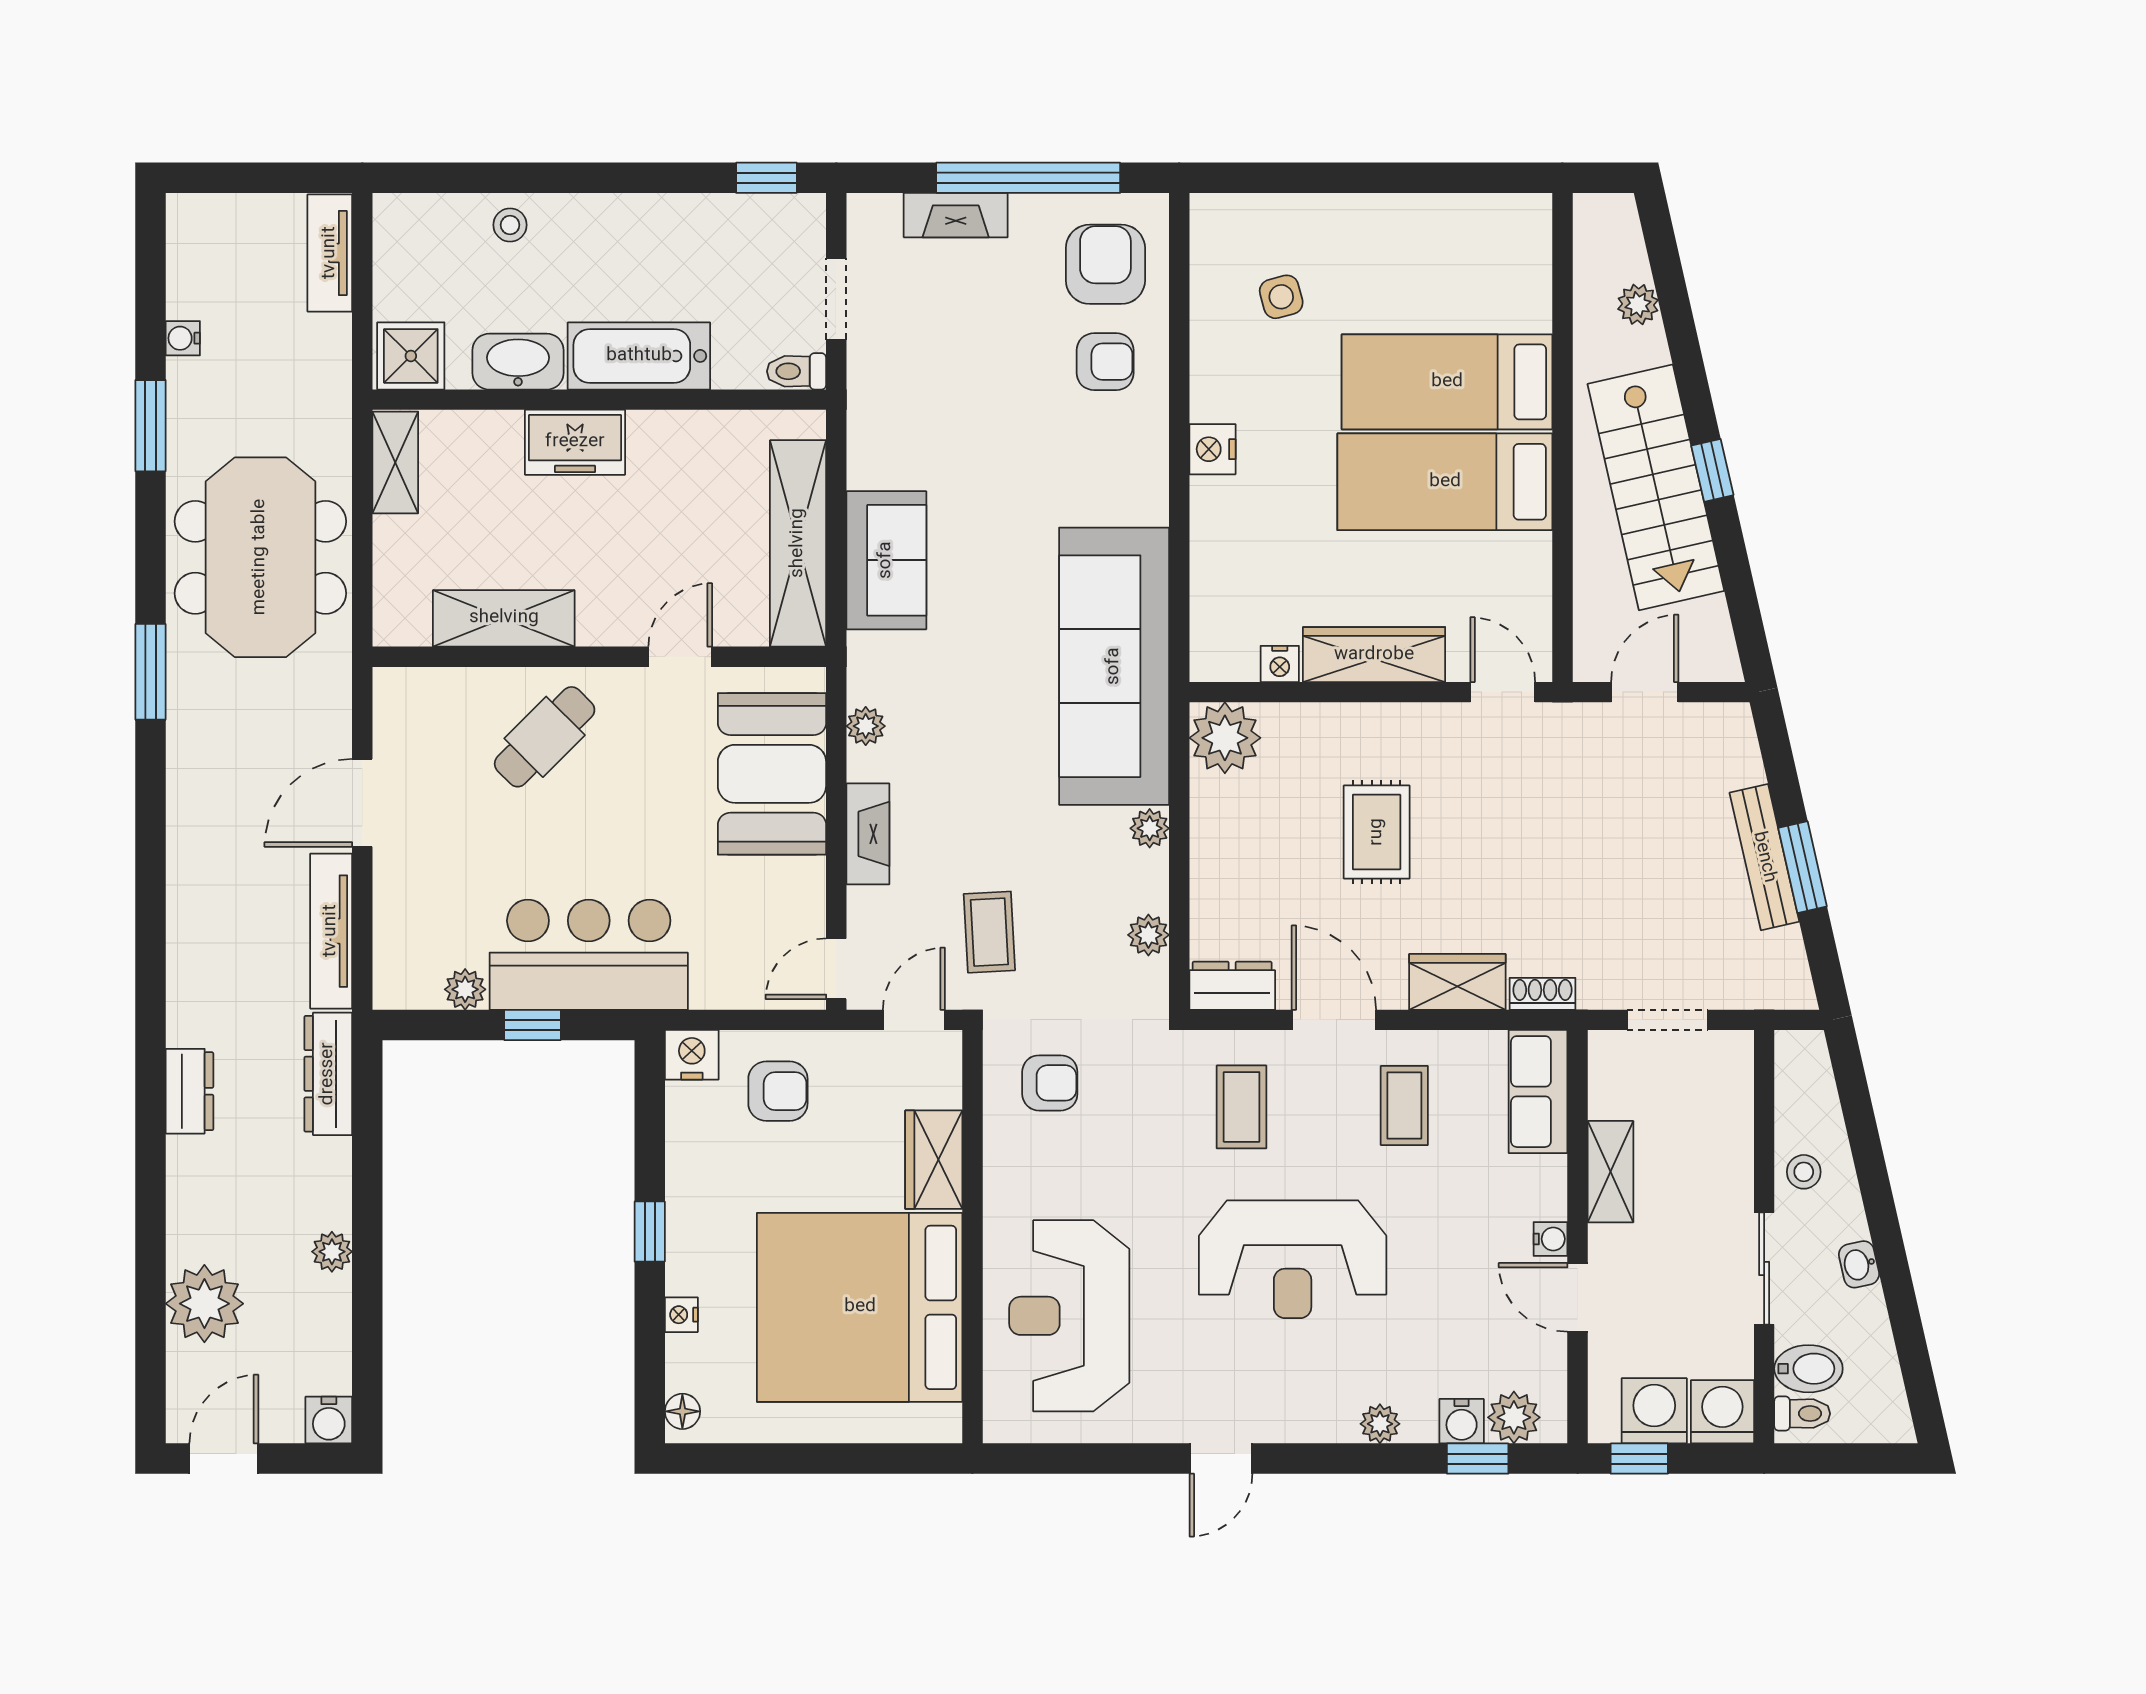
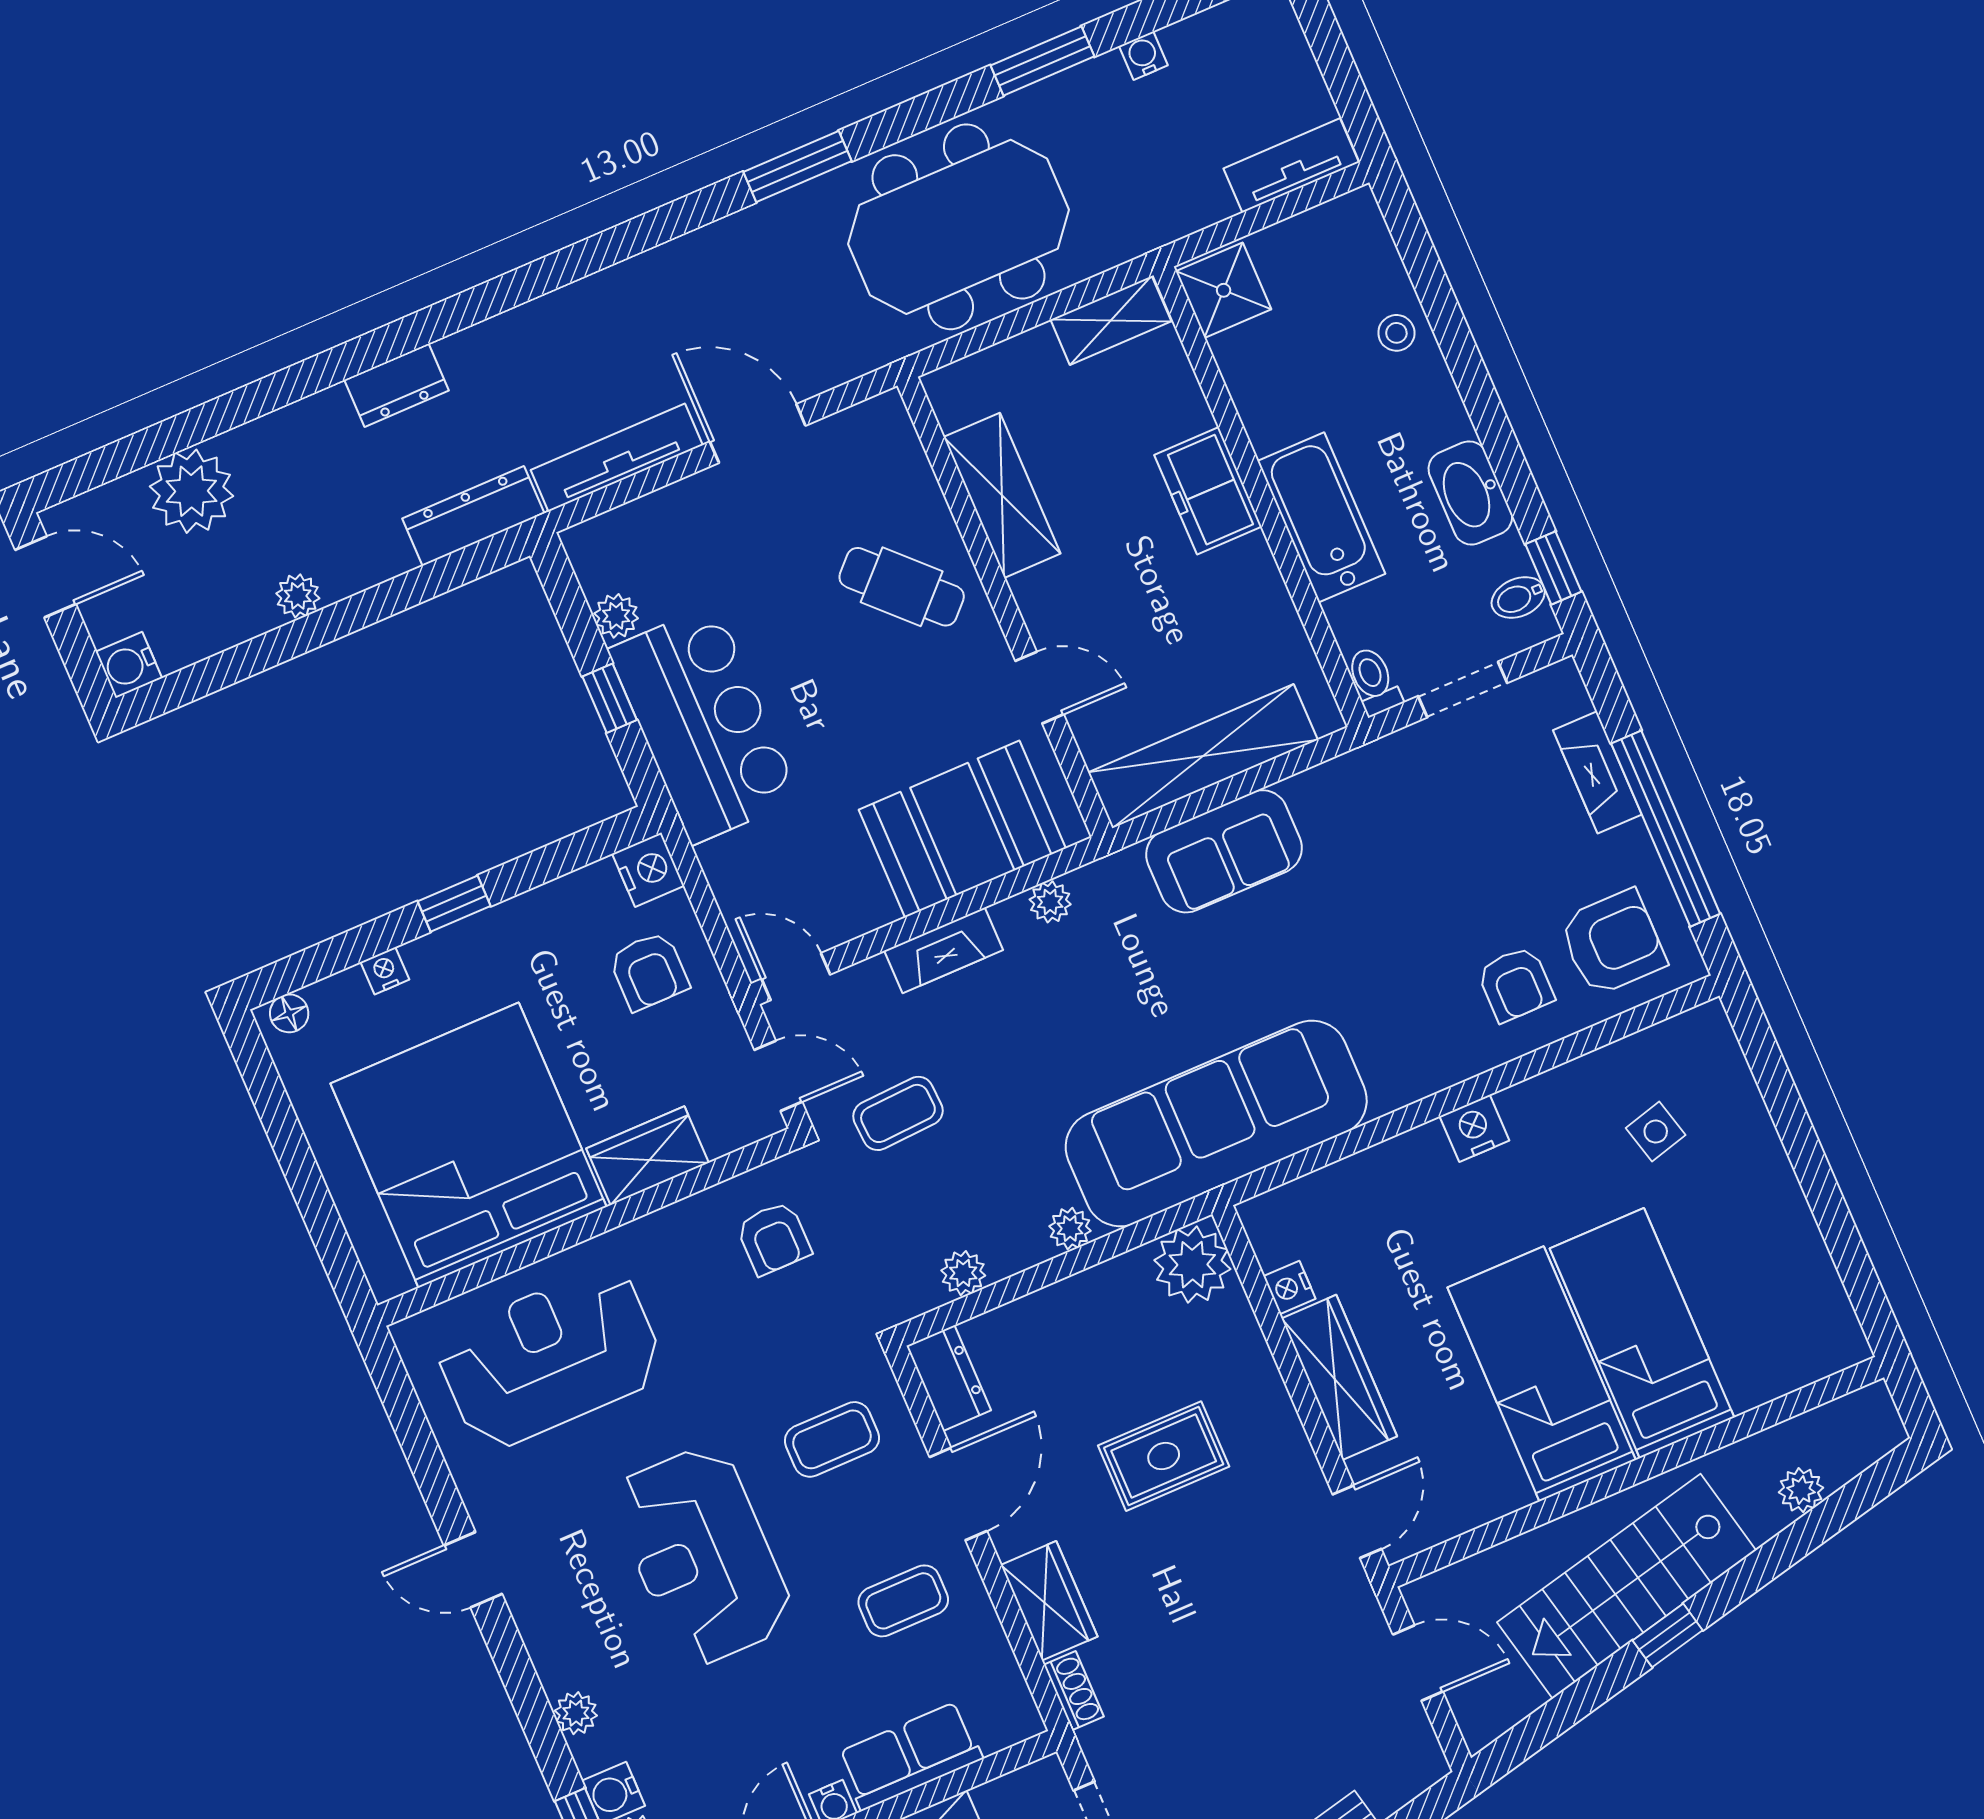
bidet: (779, 218) -> (1518, 597), added
washbasin: (518, 362) -> (1470, 493), moved, turned 180
row of seats: (1538, 1092) -> (910, 1756), moved

